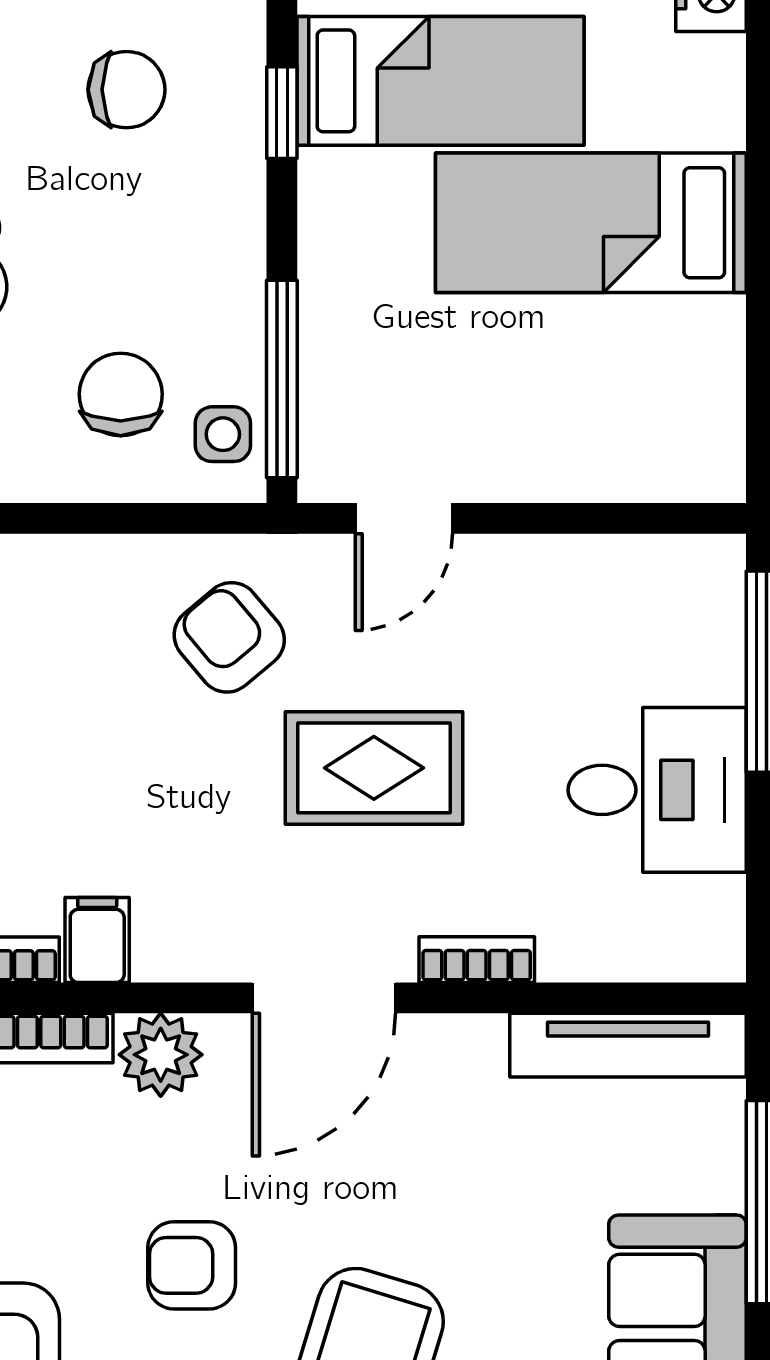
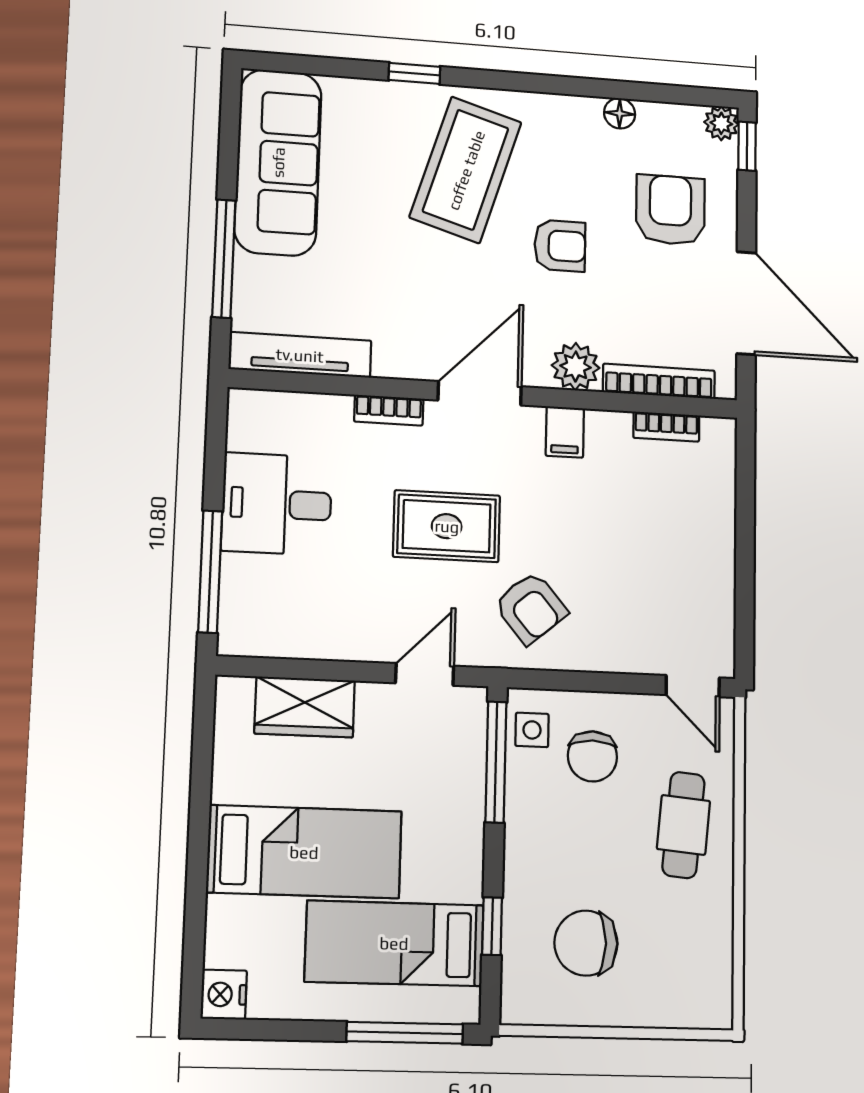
chair: (126, 90) -> (586, 943), width x1.37, depth x1.37
wardrobe: (599, 457) -> (305, 707), added
filing cabinet: (97, 940) -> (565, 432), moved

